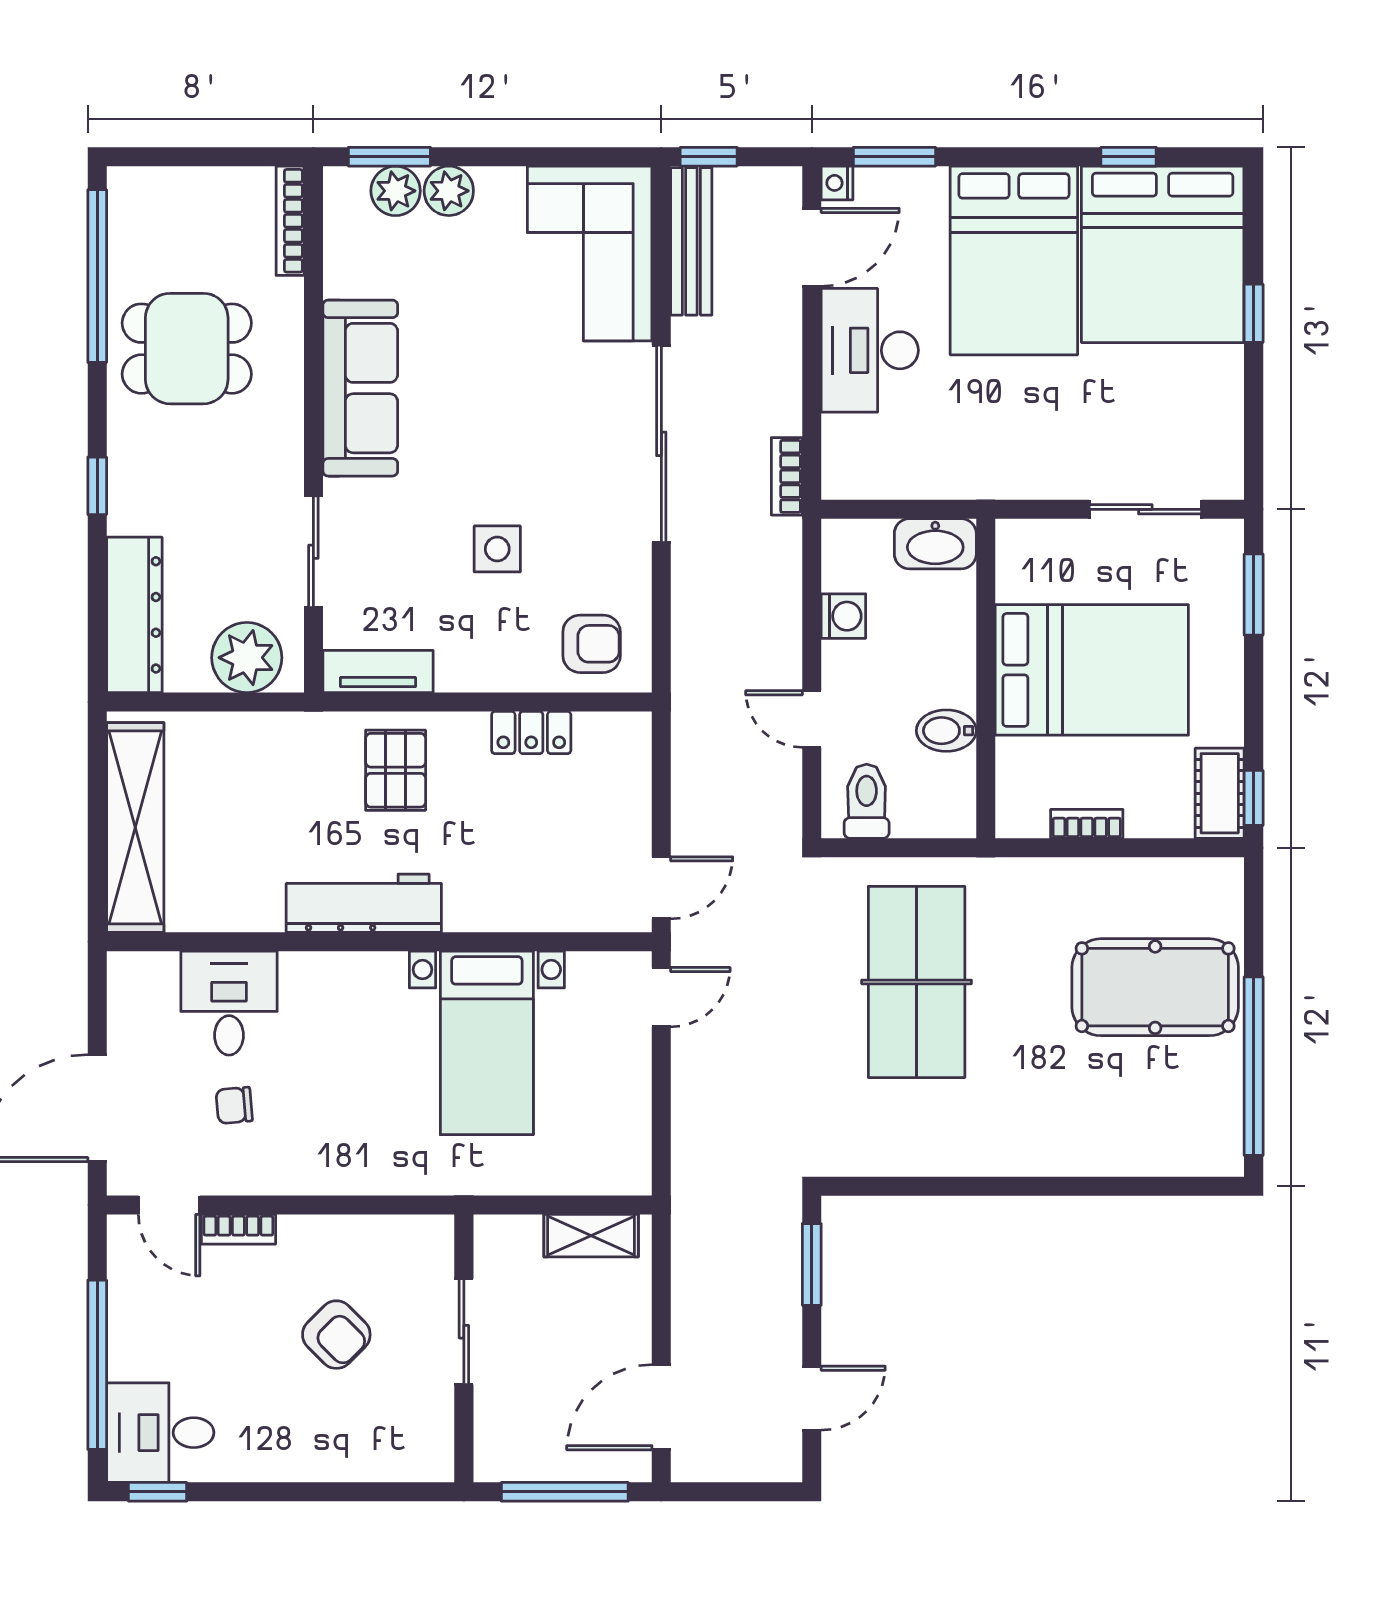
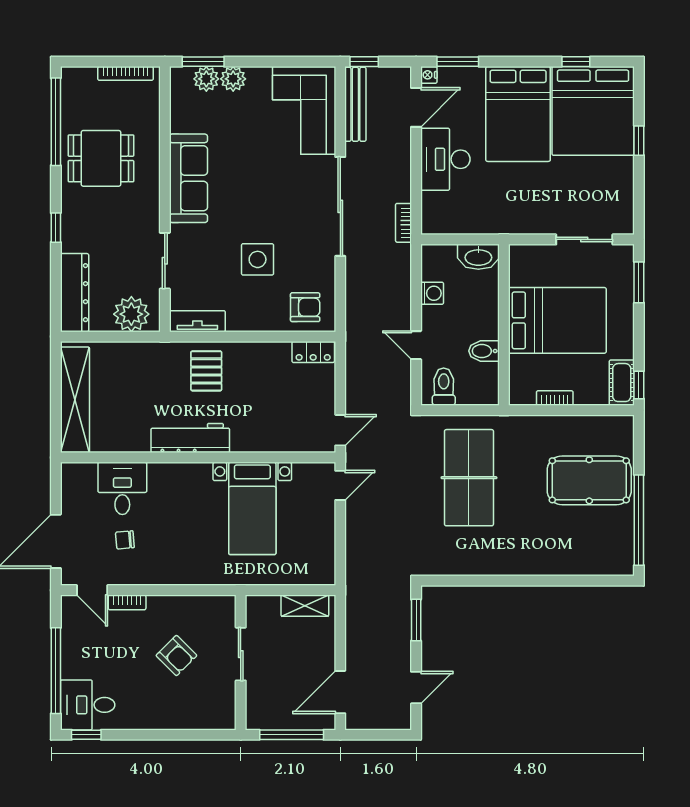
bookcase: (290, 221) -> (126, 73), moved, turned -90
side table: (497, 549) -> (258, 259), width x1.37, depth x1.37
locker: (531, 733) -> (313, 352), moved

